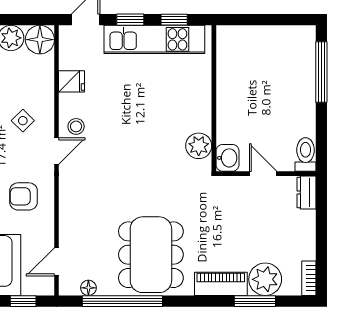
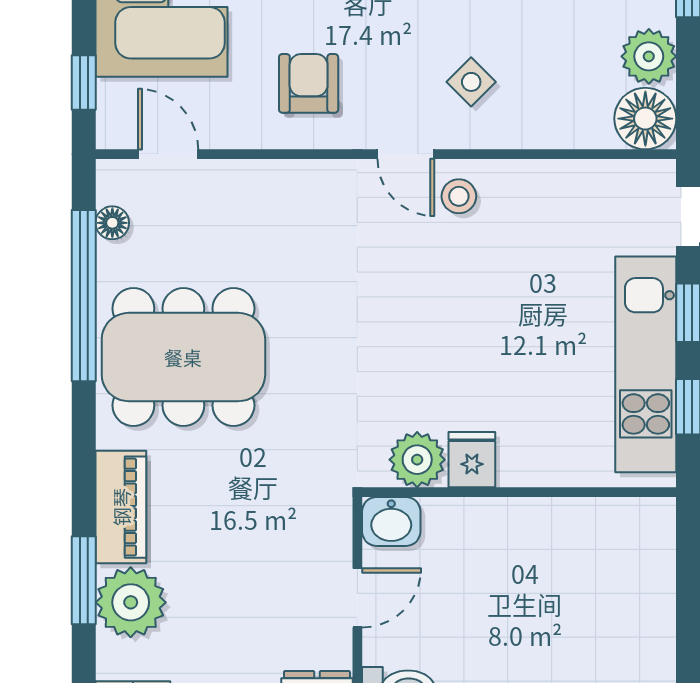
fridge: (72, 81) -> (472, 460), moved, turned 180

